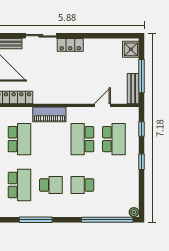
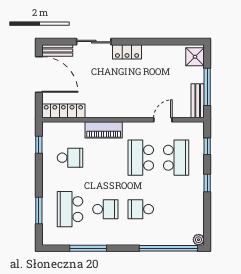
school desk: (19, 139) -> (70, 158), width x0.54
school desk: (19, 185) -> (70, 209), turned 180

